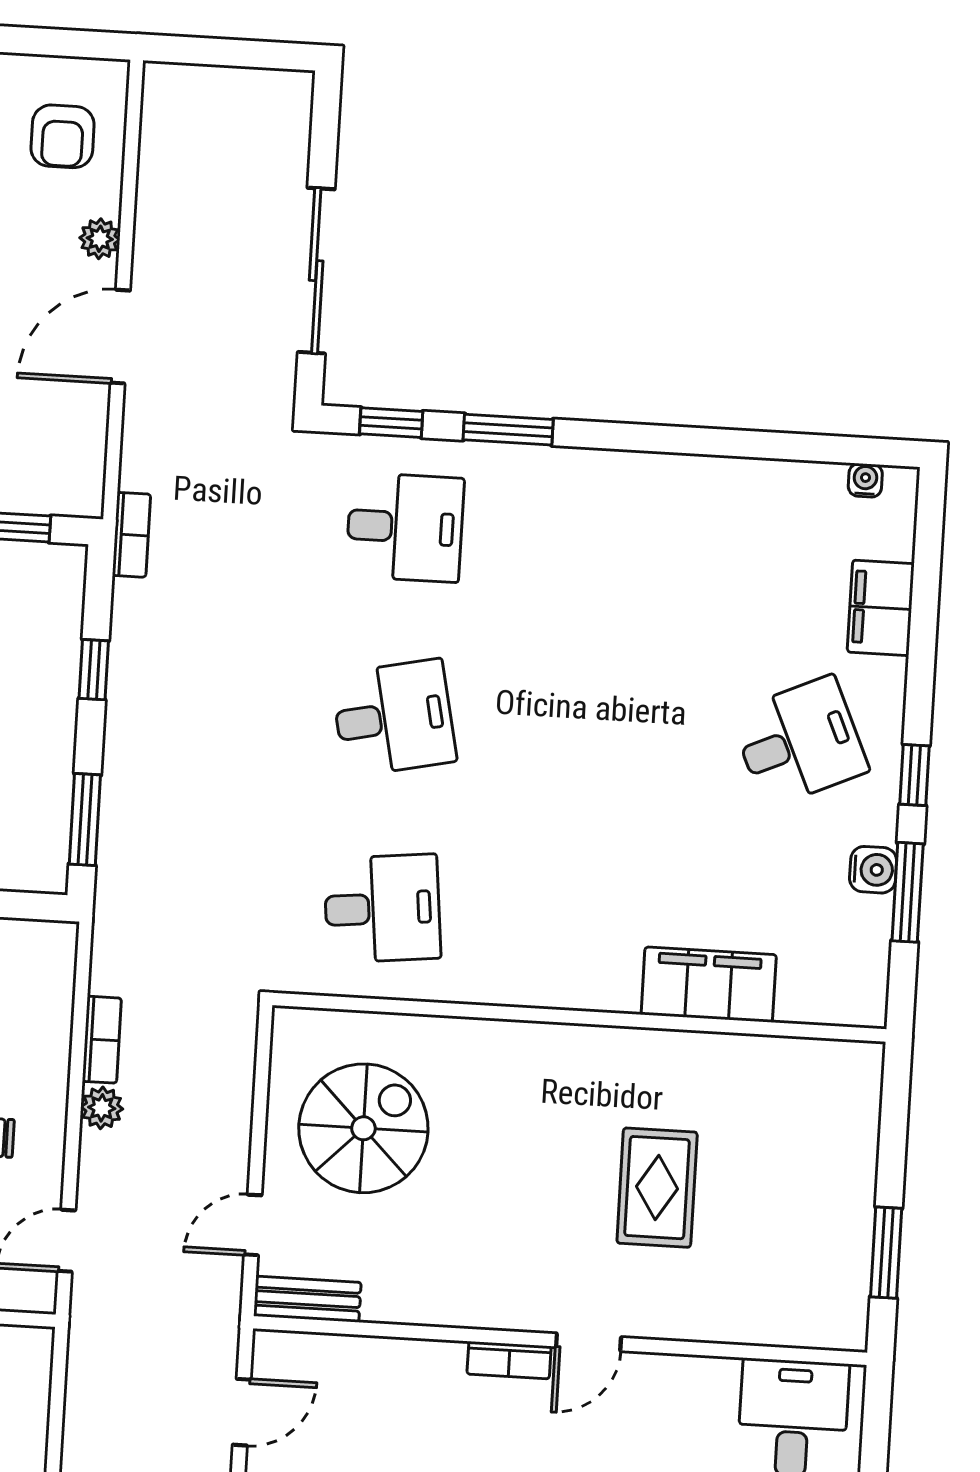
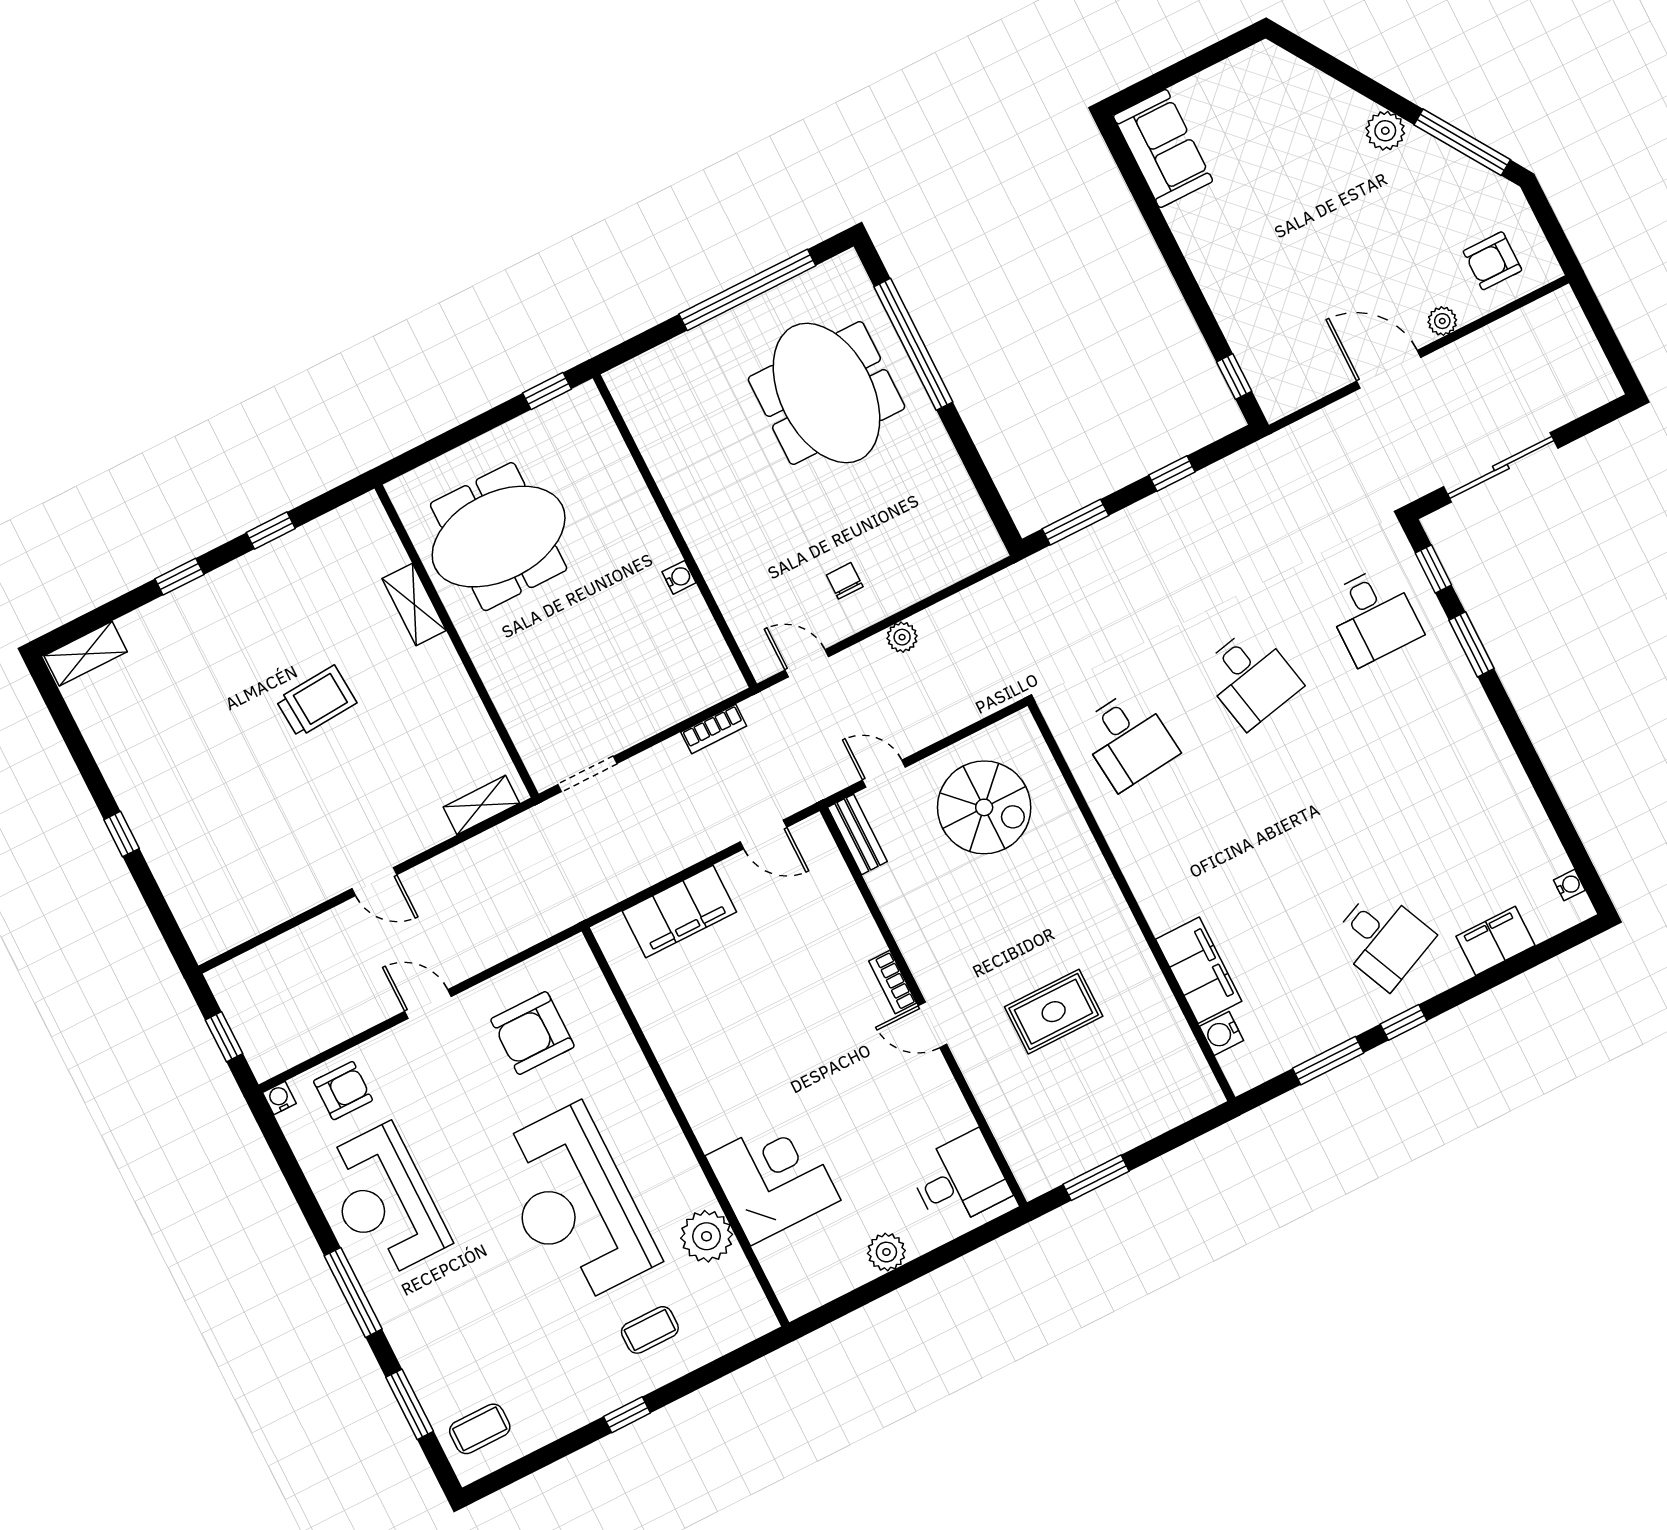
bookcase: (131, 535) -> (1269, 448), removed
water cooler: (873, 870) -> (1222, 1033), moved, turned 90
bookcase: (102, 1040) -> (714, 729), moved

